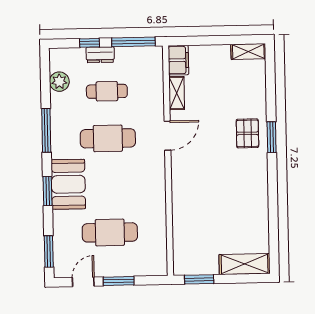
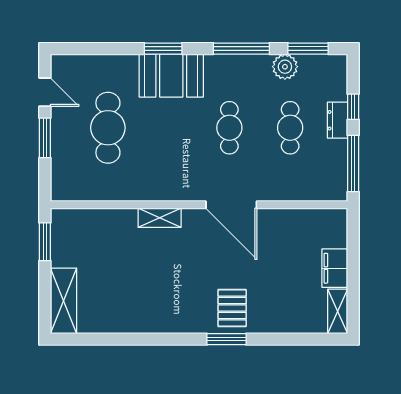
filing cabinet: (178, 60) -> (335, 268), moved, turned 90
plant: (59, 82) -> (285, 67), moved
shelving: (177, 93) -> (160, 218), moved
pallet: (247, 133) -> (232, 308), turned 90
door: (167, 136) -> (231, 205), width x1.36
cafe table: (108, 138) -> (229, 128), width x0.73, depth x0.74
window: (49, 251) -> (308, 49), moved

